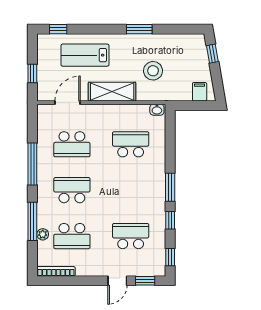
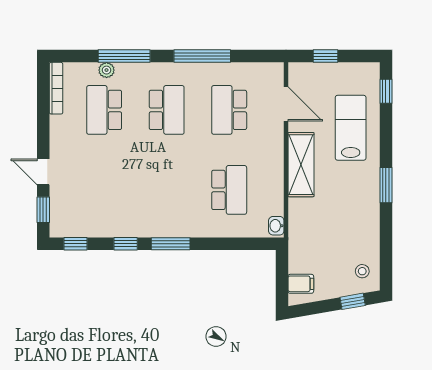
window: (139, 29) -> (386, 185), moved
stool: (153, 71) -> (362, 271), moved, width x0.53, depth x0.53
school desk: (131, 236) -> (104, 190), removed

